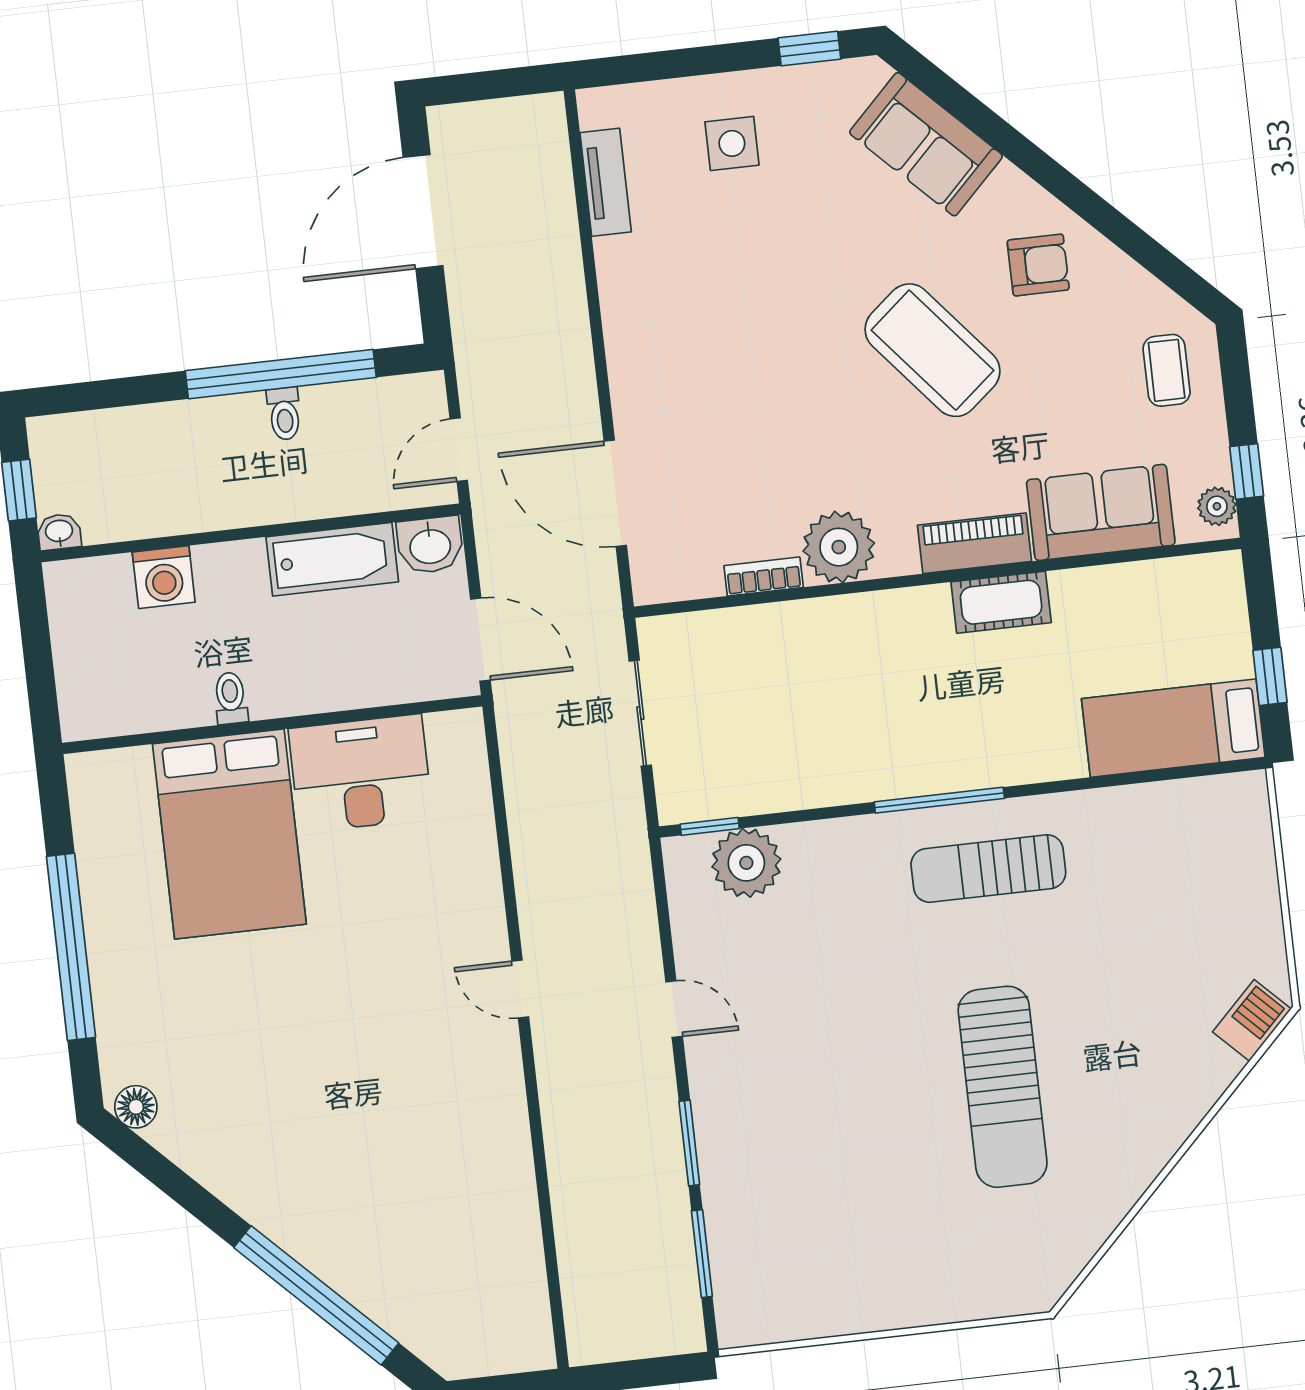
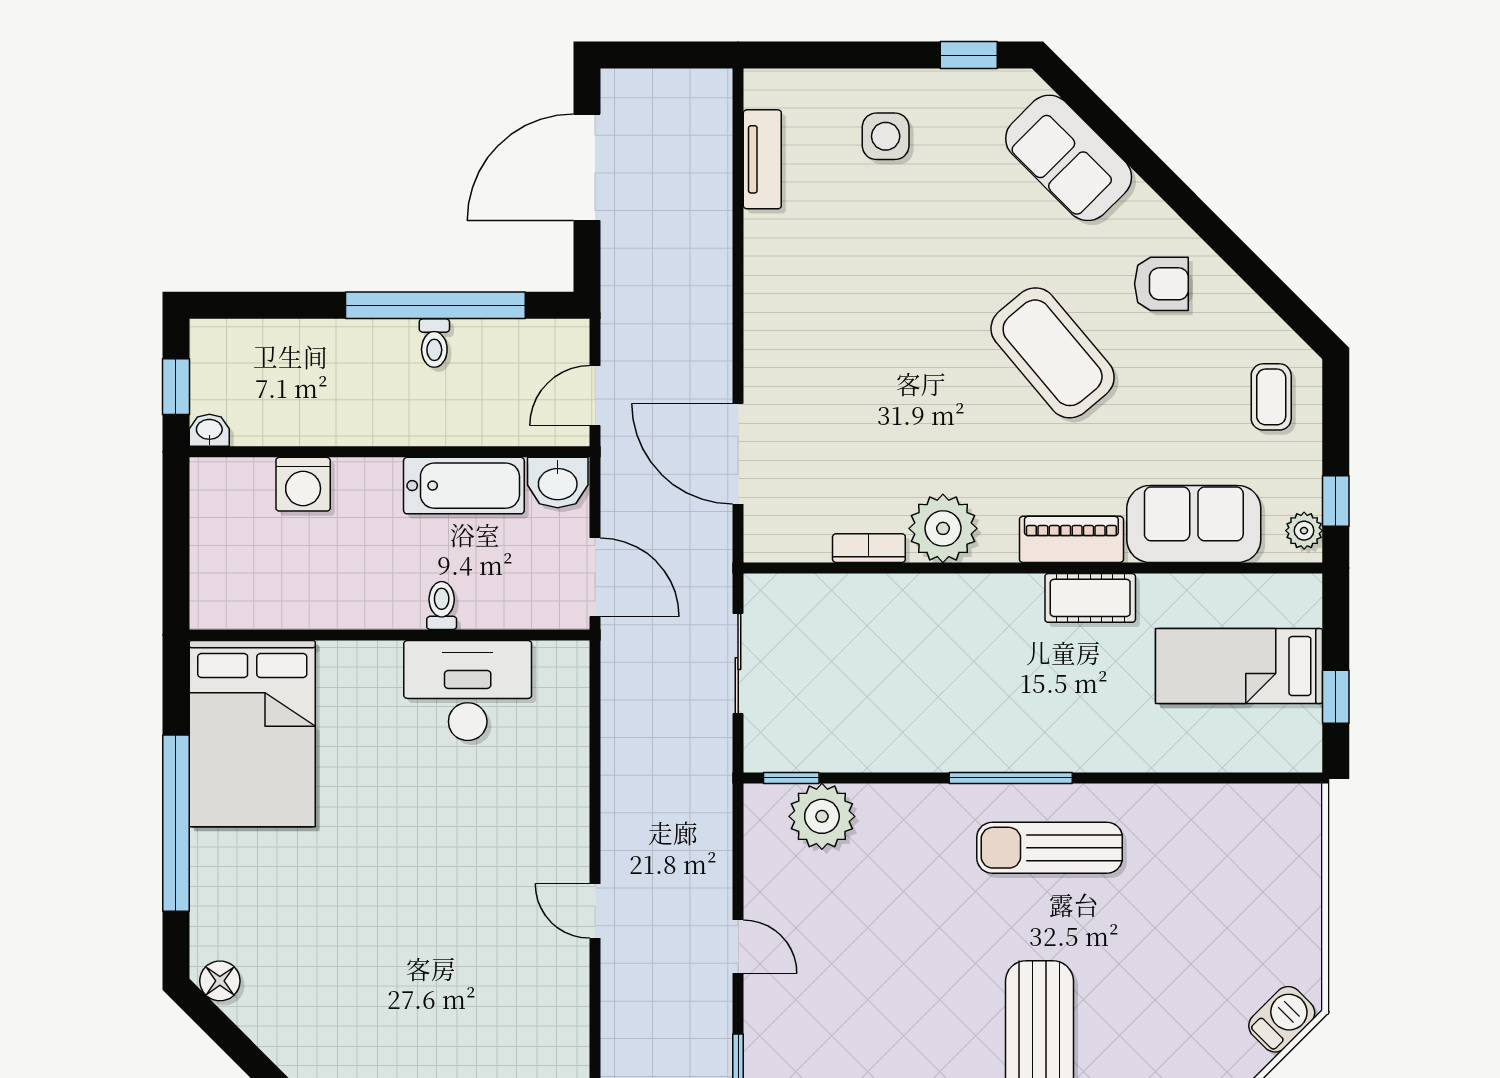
toilet: (231, 698) -> (442, 606), moved
bed: (1173, 728) -> (1239, 666), moved
bed: (229, 834) -> (252, 734), moved

